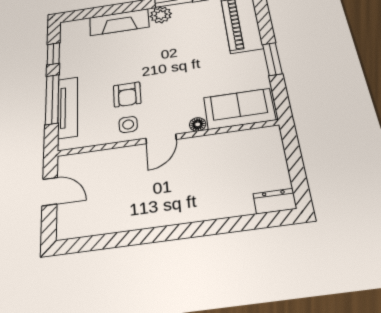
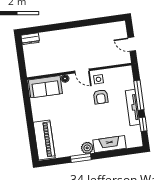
window: (272, 59) -> (29, 116), removed
armchair: (127, 94) -> (101, 97), turned 180
tv unit: (68, 107) -> (133, 108), moved
door: (161, 139) -> (82, 71), swing flipped

